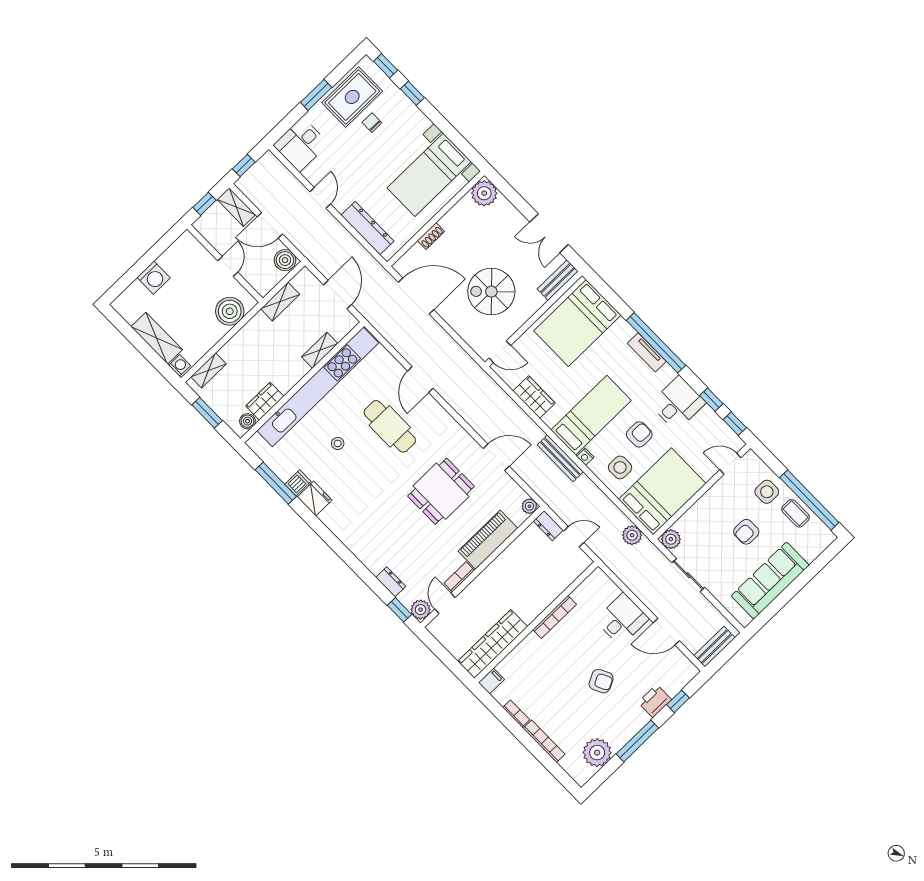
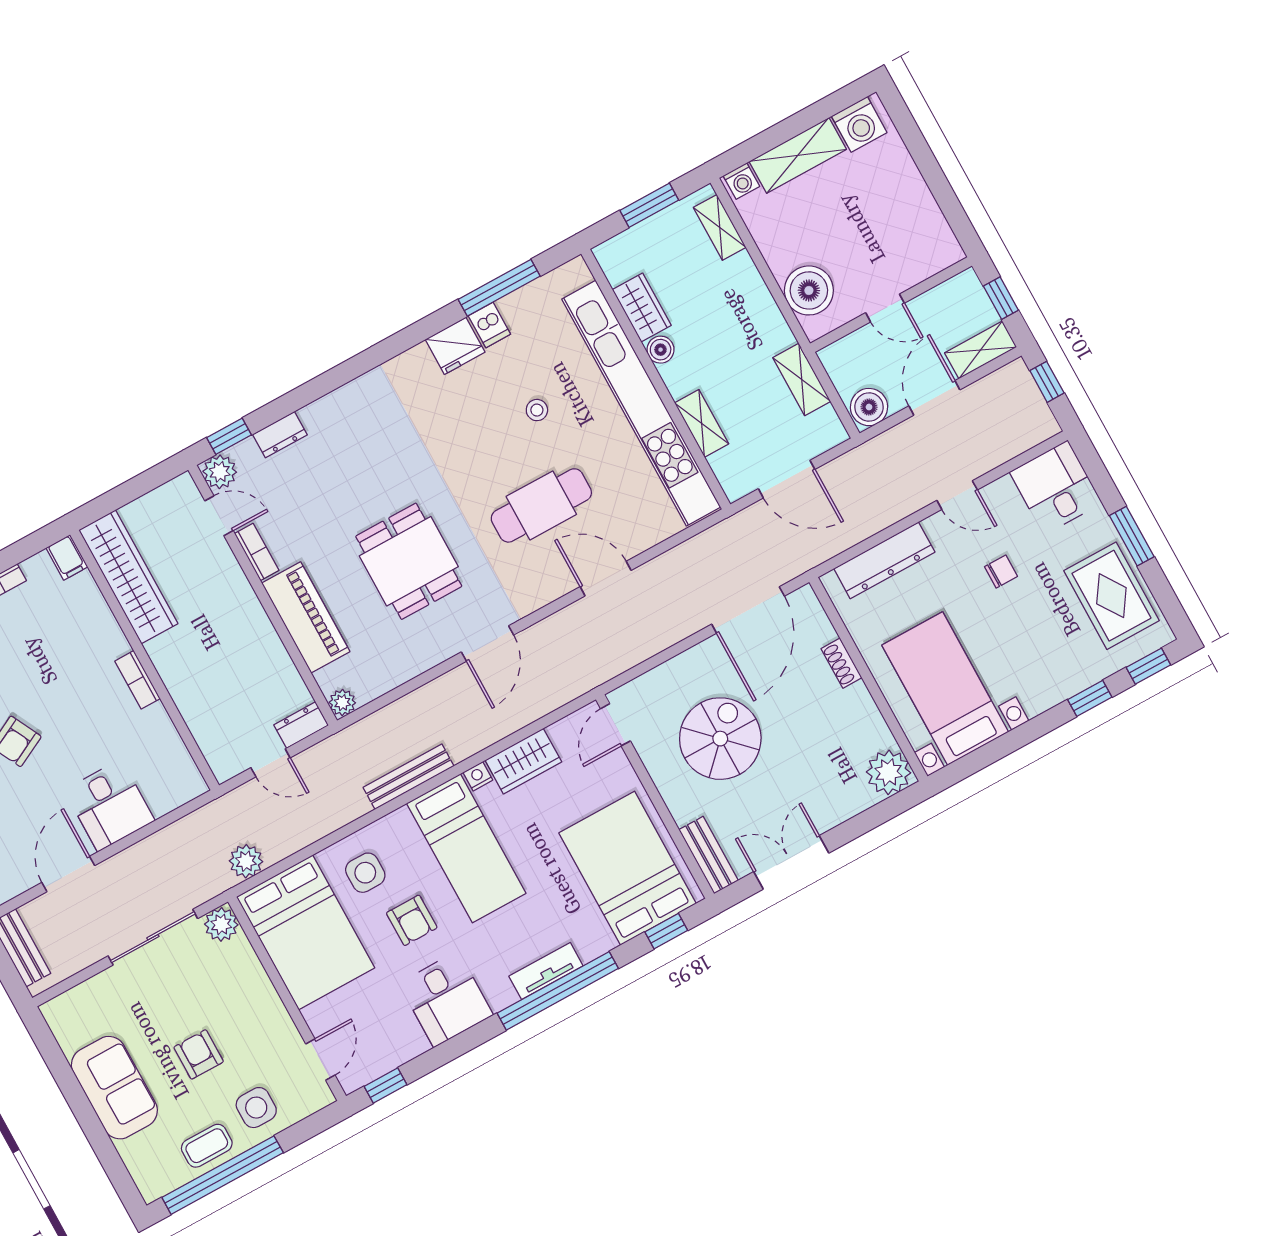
chair: (372, 123) -> (1001, 572), moved
washing machine: (154, 278) -> (859, 124), moved, turned -90
window: (711, 400) -> (666, 931), moved
boiler: (247, 421) -> (661, 350), moved
door: (496, 457) -> (487, 644), moved
nightstand: (585, 457) -> (478, 776), moved
door: (574, 537) -> (271, 763), hinge flipped
sliding door: (688, 575) -> (153, 937), width x1.37
sofa: (770, 581) -> (114, 1088), width x0.73
bookcase: (555, 617) -> (137, 680), width x0.64

